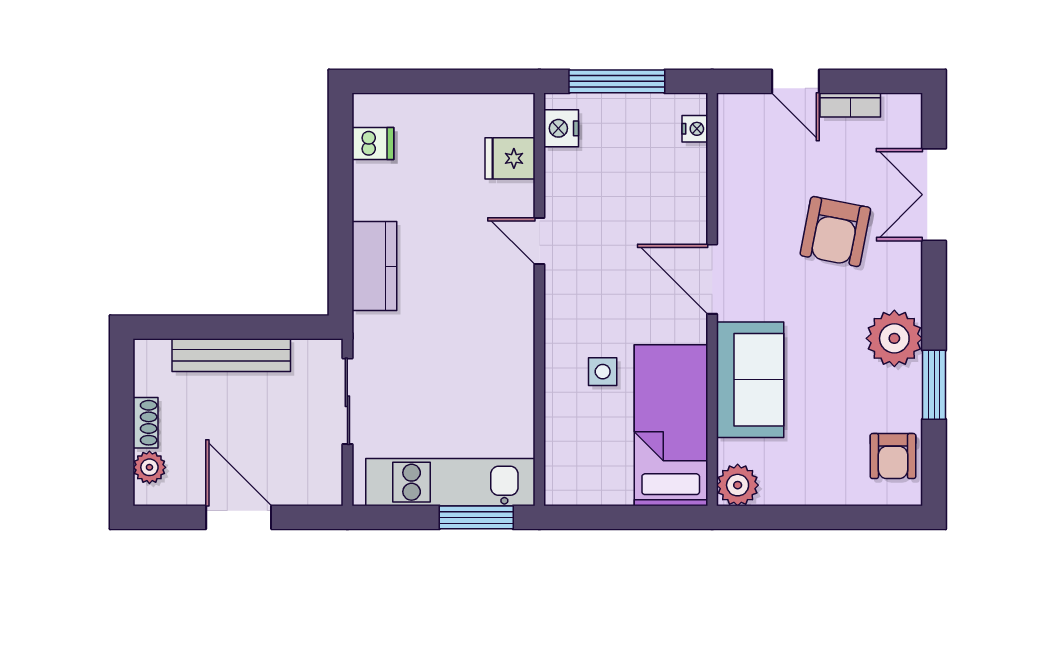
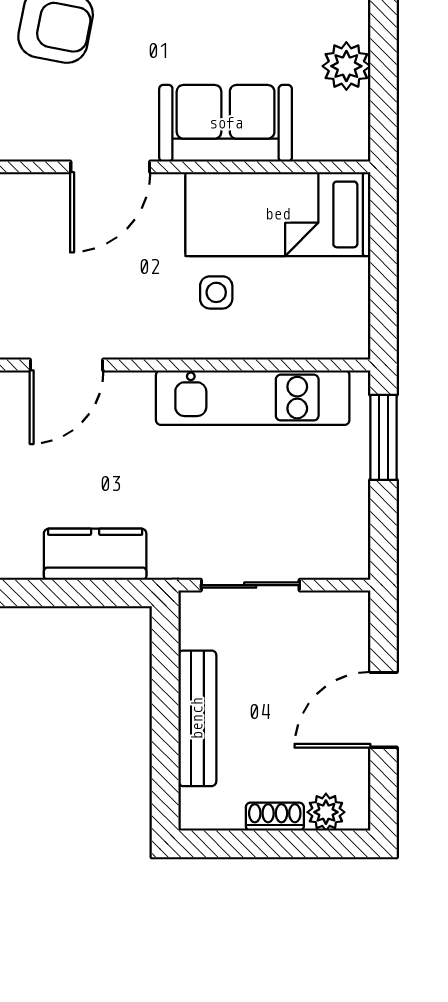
door: (539, 241) -> (67, 365), width x1.38
kitchen unit: (450, 482) -> (253, 398), moved, turned -90
plant: (738, 485) -> (346, 66), moved

